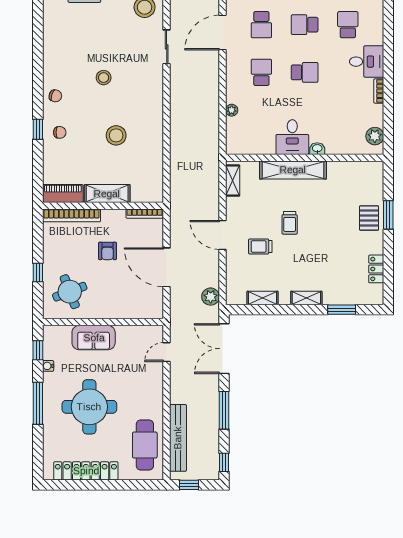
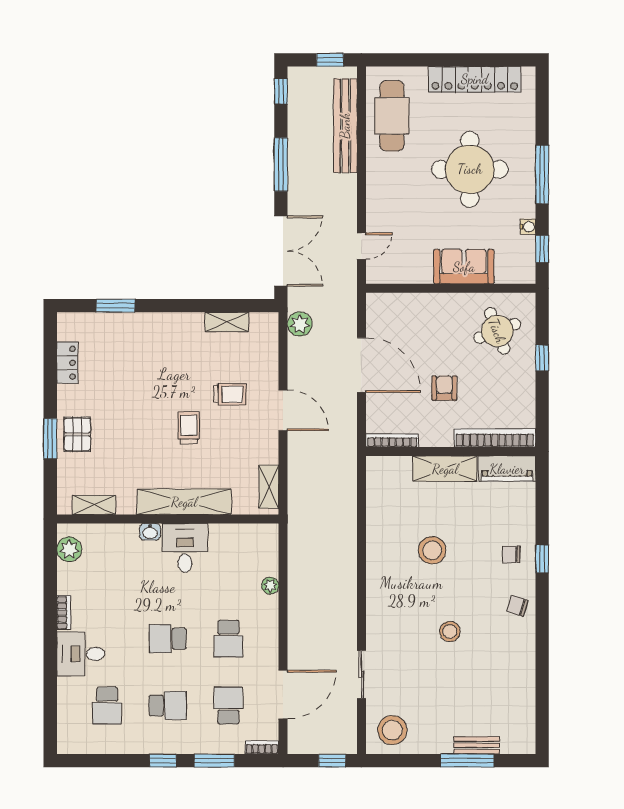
shelving: (306, 298) -> (94, 505), moved

